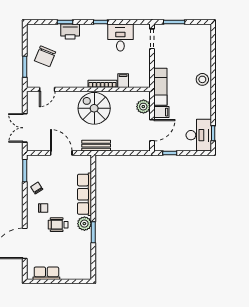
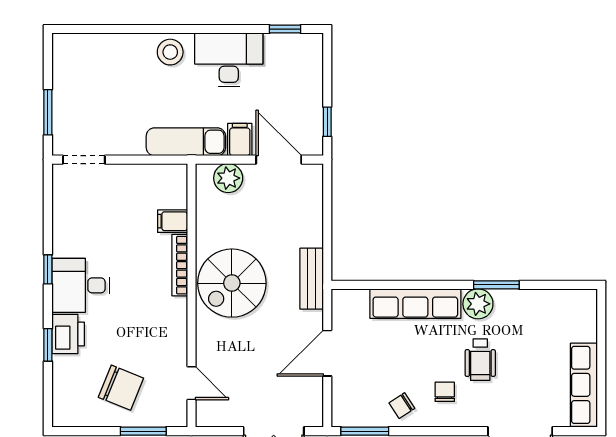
desk: (120, 38) -> (81, 285), moved
desk: (199, 135) -> (229, 60), moved
row of seats: (46, 273) -> (584, 385), width x1.48

